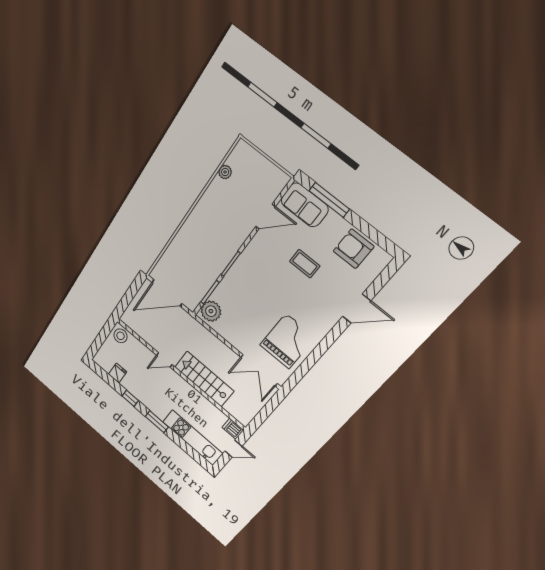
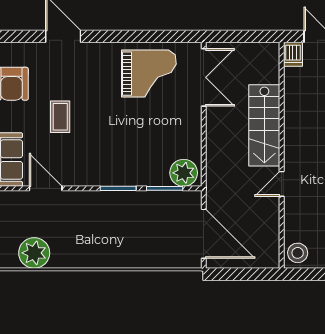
plant: (225, 172) -> (34, 253), width x1.87, depth x1.87
grand piano: (287, 341) -> (149, 74), turned 180
door: (164, 360) -> (282, 184), swing flipped

